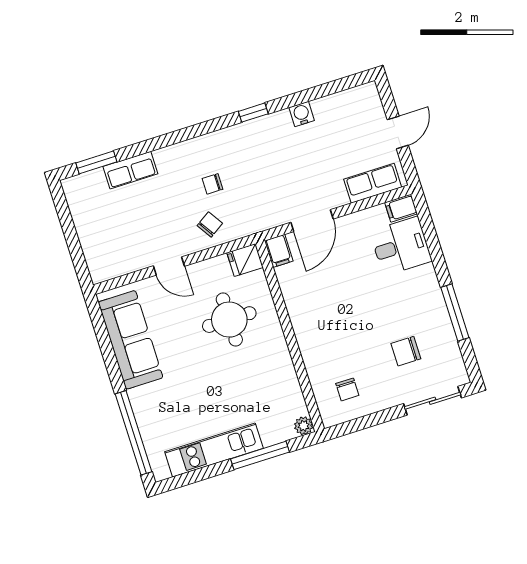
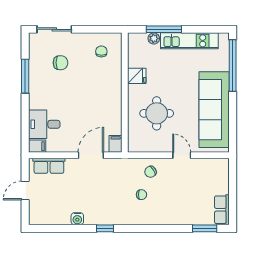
row of seats: (130, 170) -> (222, 210), moved, turned -90
fridge: (245, 260) -> (137, 76), moved
sofa: (131, 340) -> (214, 110), width x1.36, depth x1.27
plant: (304, 426) -> (154, 38), moved

